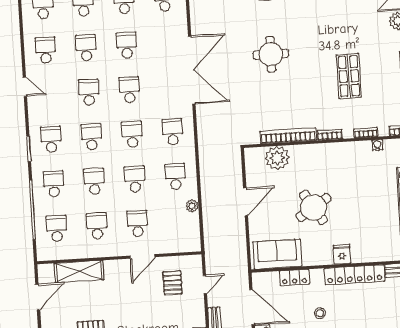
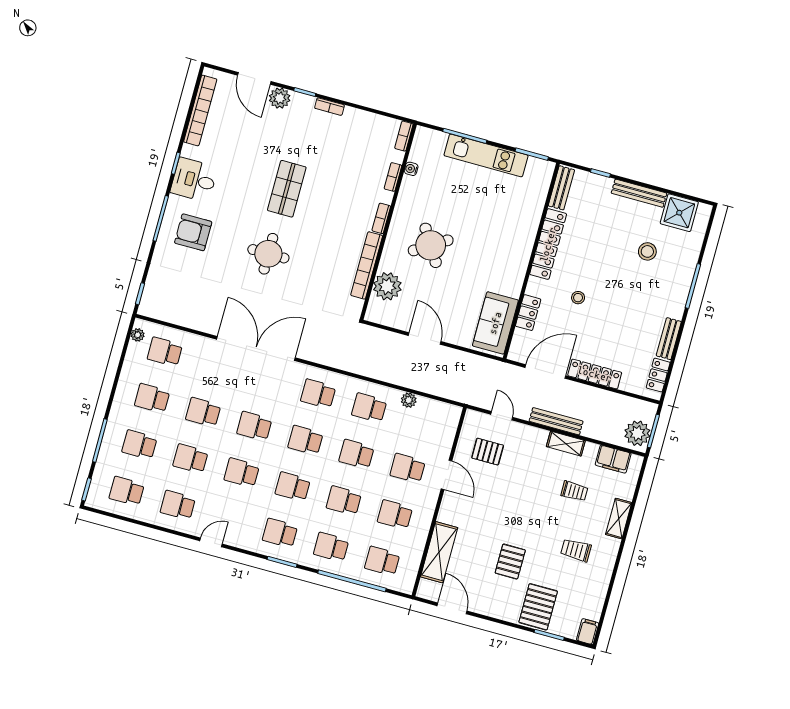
shop shelf: (349, 76) -> (287, 189), moved, turned 90
round table: (313, 207) -> (431, 245), moved
fridge: (342, 254) -> (520, 250), removed

